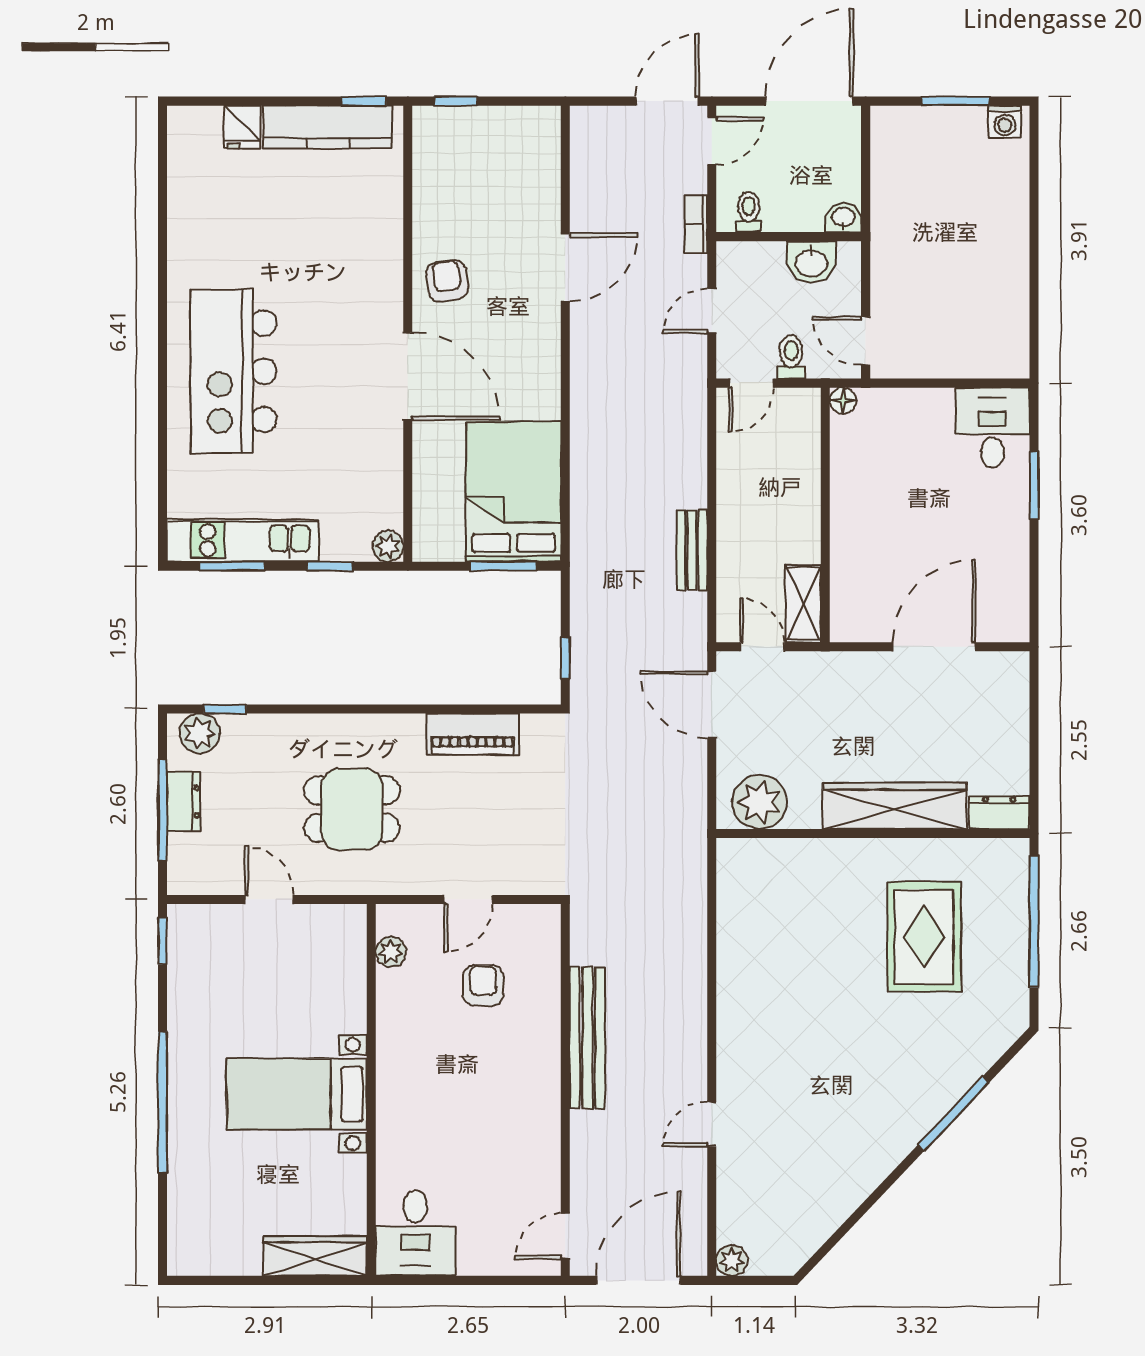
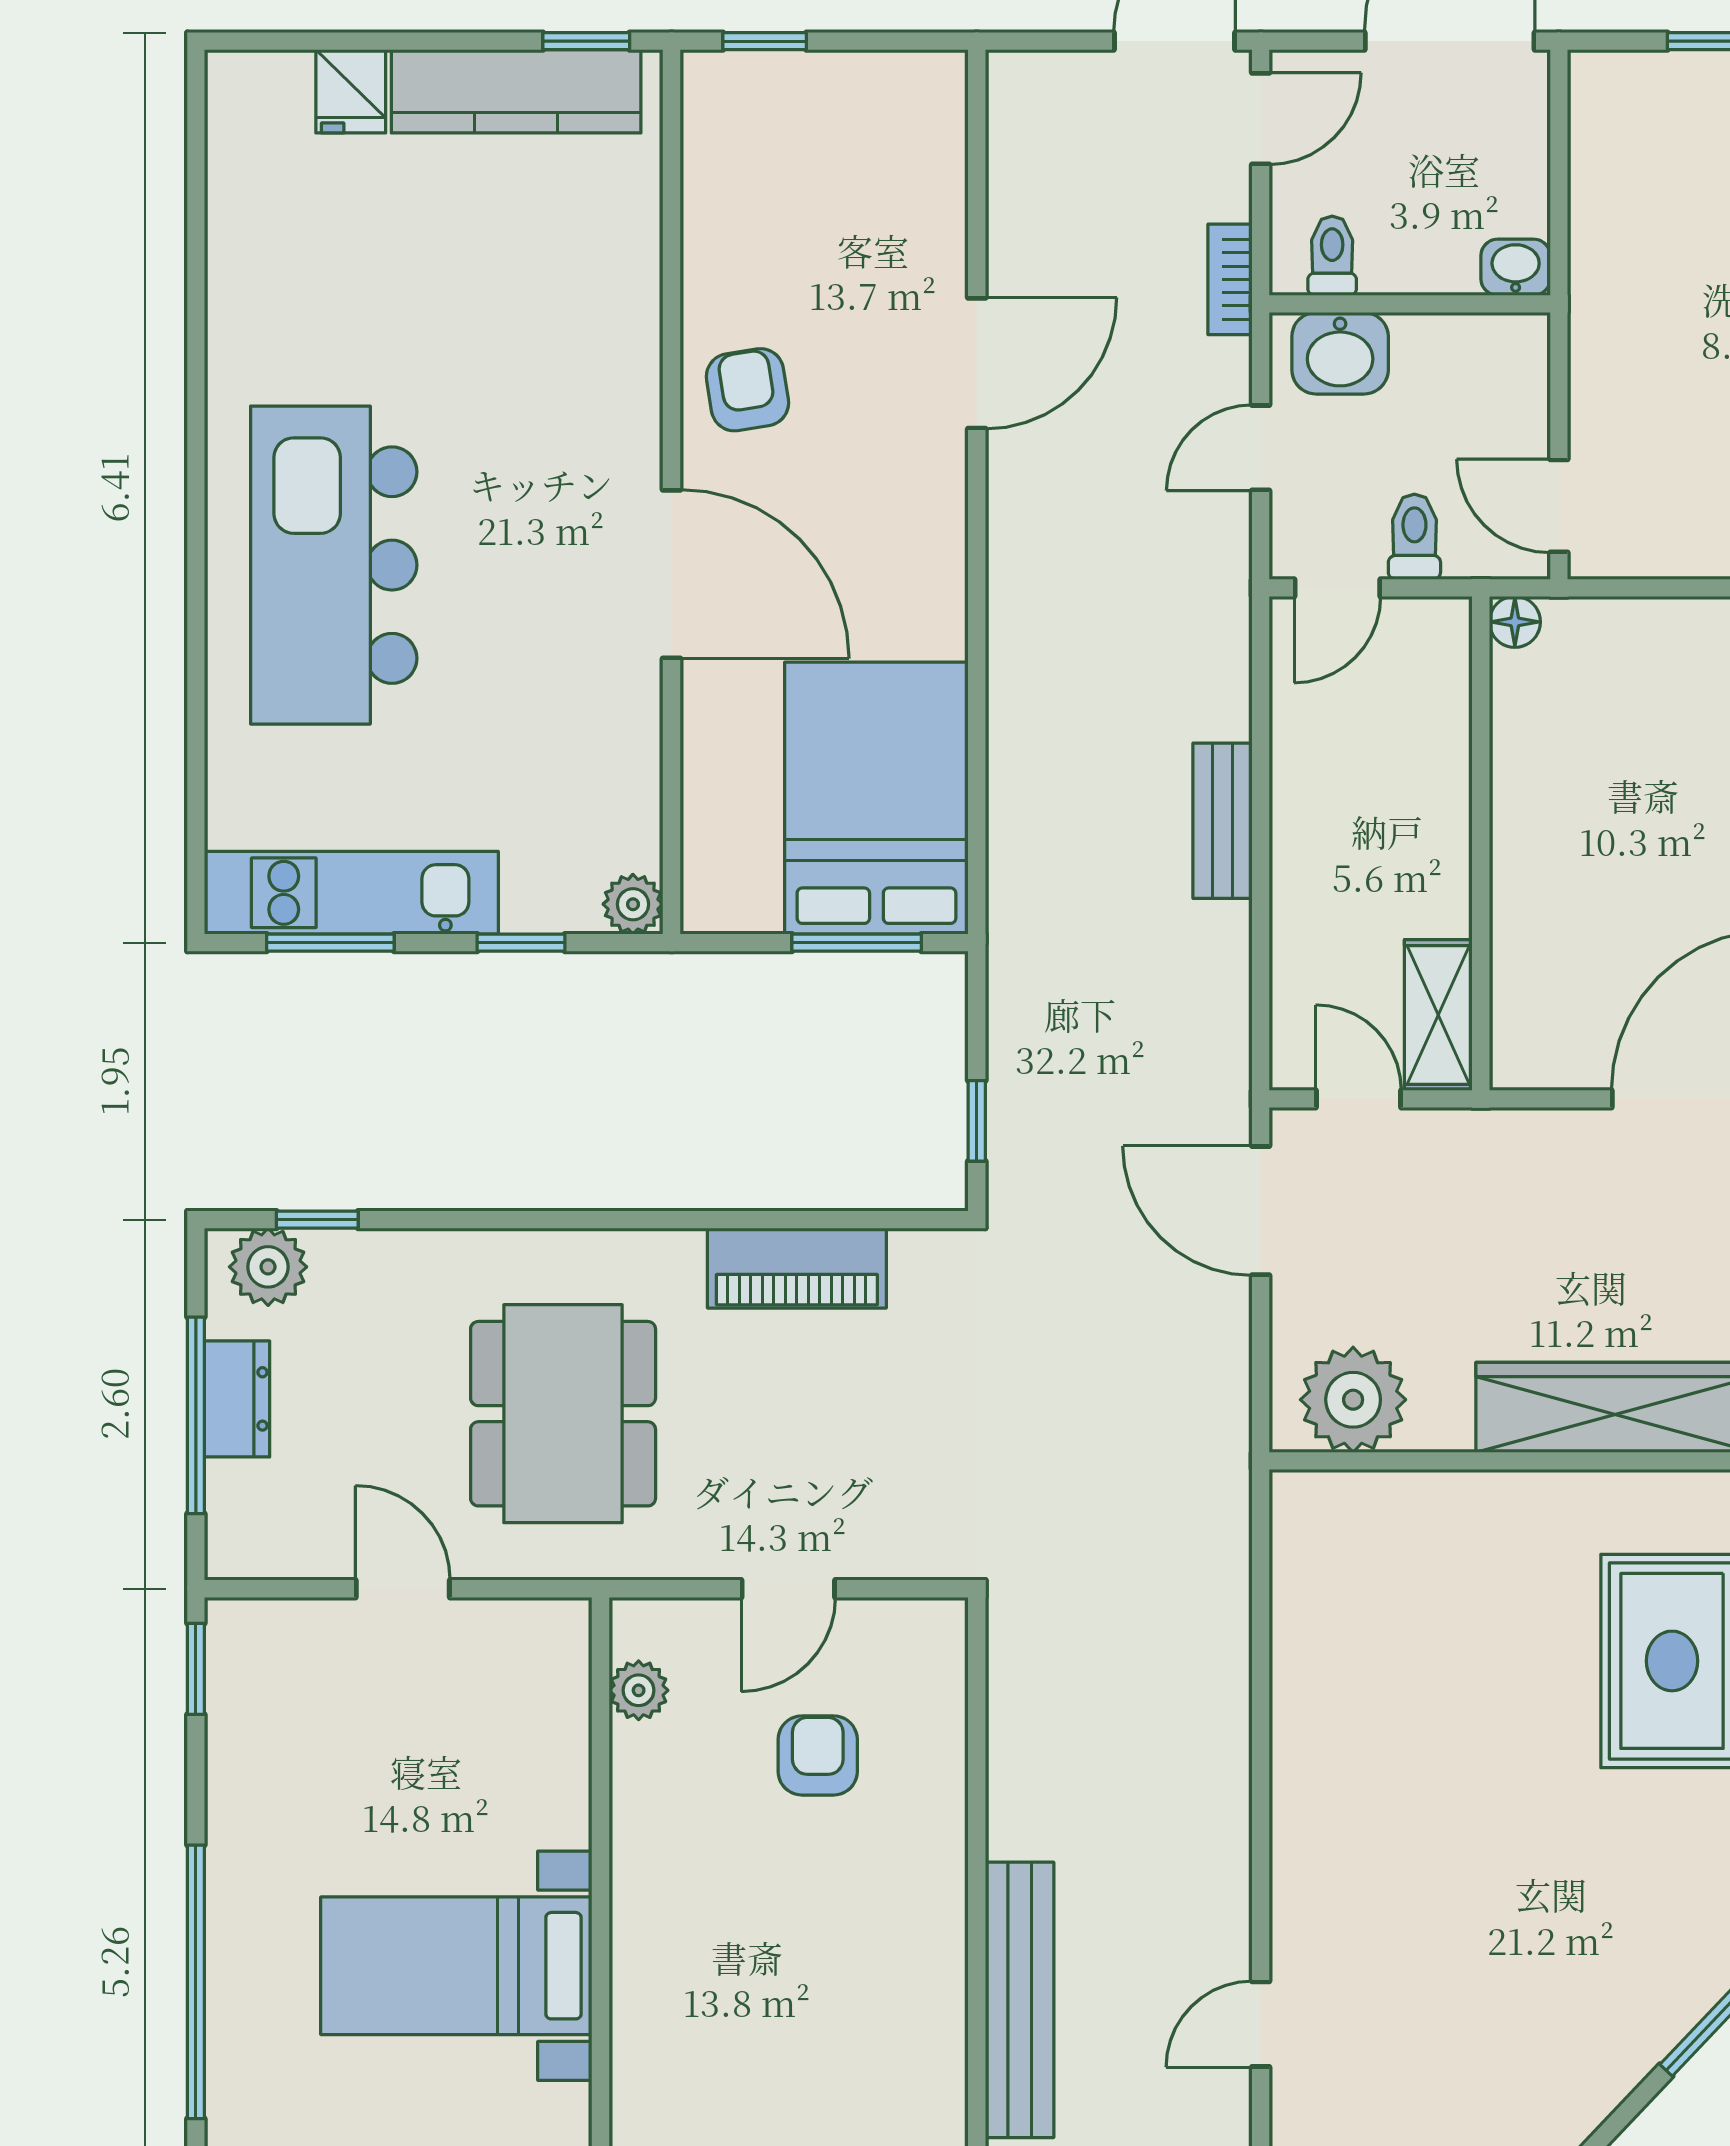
washbasin: (811, 262) -> (1340, 353), moved
bench: (692, 550) -> (1223, 821), moved
dining table: (352, 809) -> (563, 1414), width x1.38
bench: (587, 1038) -> (1020, 2000), moved

